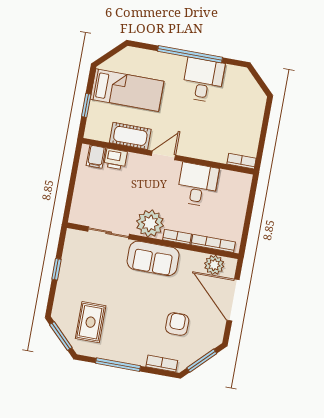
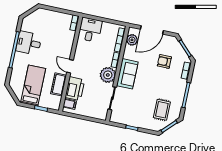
printer: (116, 159) -> (75, 89), width x1.87, depth x1.48
desk: (198, 185) -> (90, 30), moved, turned 90
rug: (91, 322) -> (162, 110), turned 90

